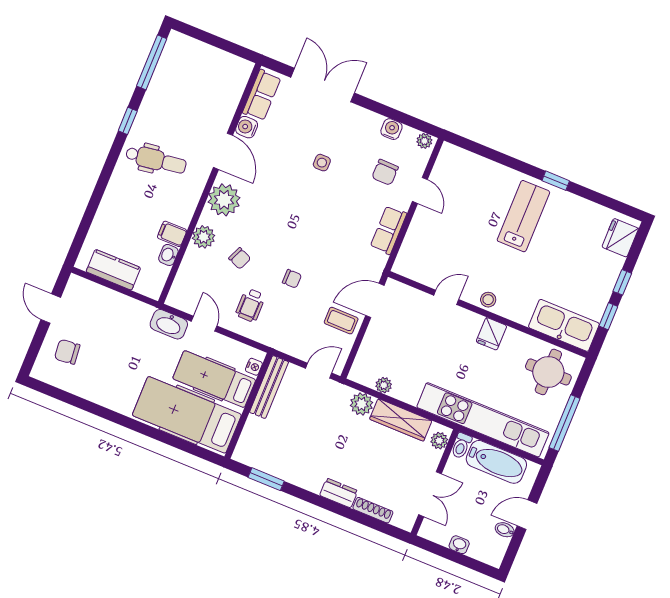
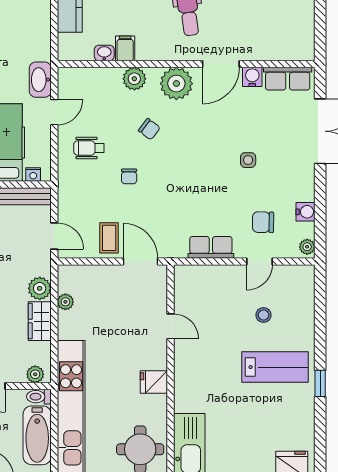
chair: (240, 258) -> (149, 129), moved, turned -76
stool: (488, 300) -> (263, 315), moved
wardrobe: (401, 420) -> (40, 321), width x0.67

